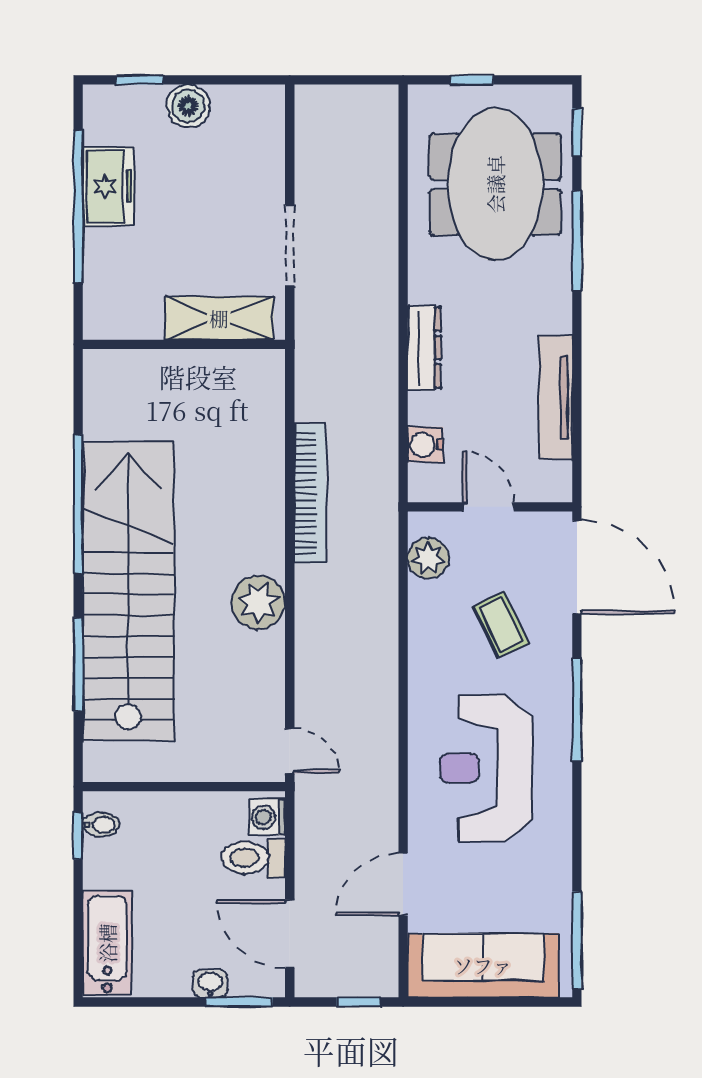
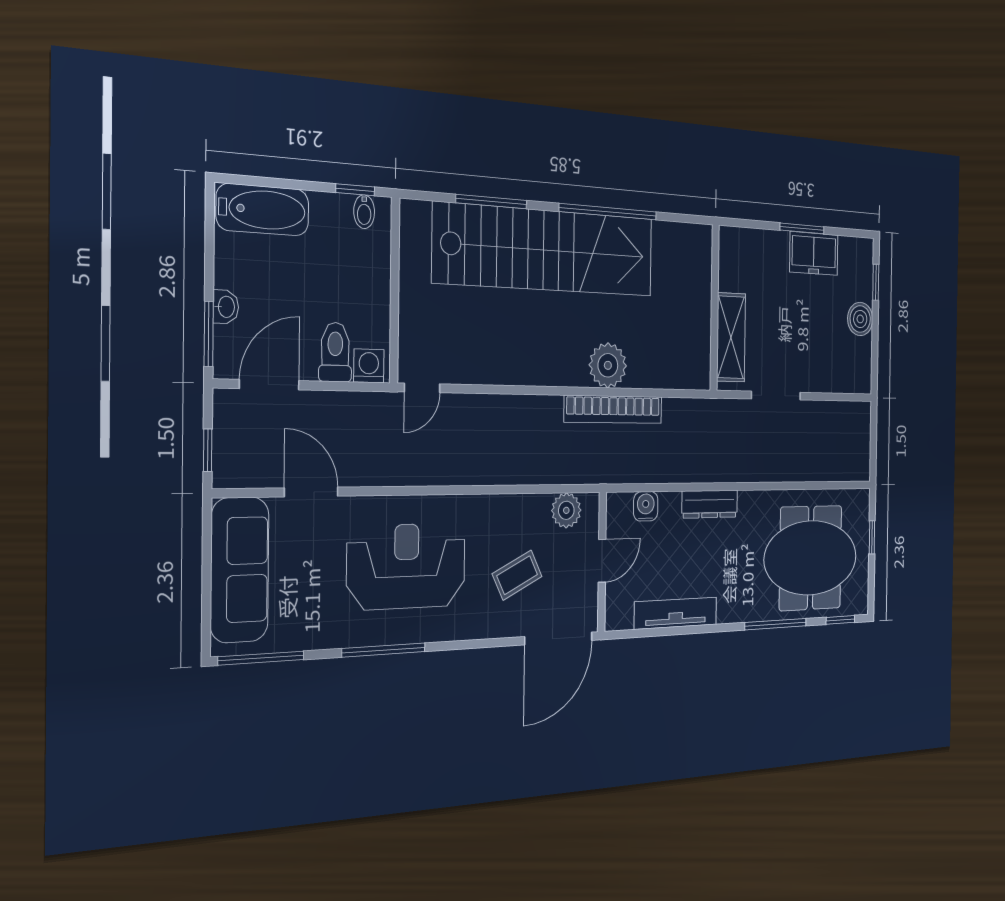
window: (78, 206) -> (802, 228), width x0.47
plant: (258, 602) -> (608, 365), moved
window: (577, 710) -> (384, 650), moved

